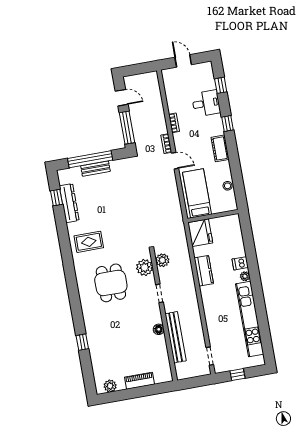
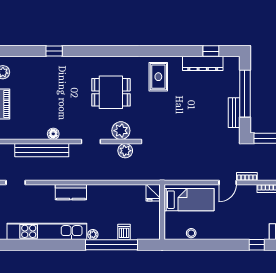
cot: (220, 148) -> (232, 232), removed
bench: (95, 169) -> (234, 113), moved
fridge: (200, 233) -> (153, 193), width x0.53, depth x0.75
window: (251, 257) -> (111, 245), added
dishwasher: (240, 263) -> (124, 232), moved
kitchen counter: (204, 271) -> (71, 192), moved

